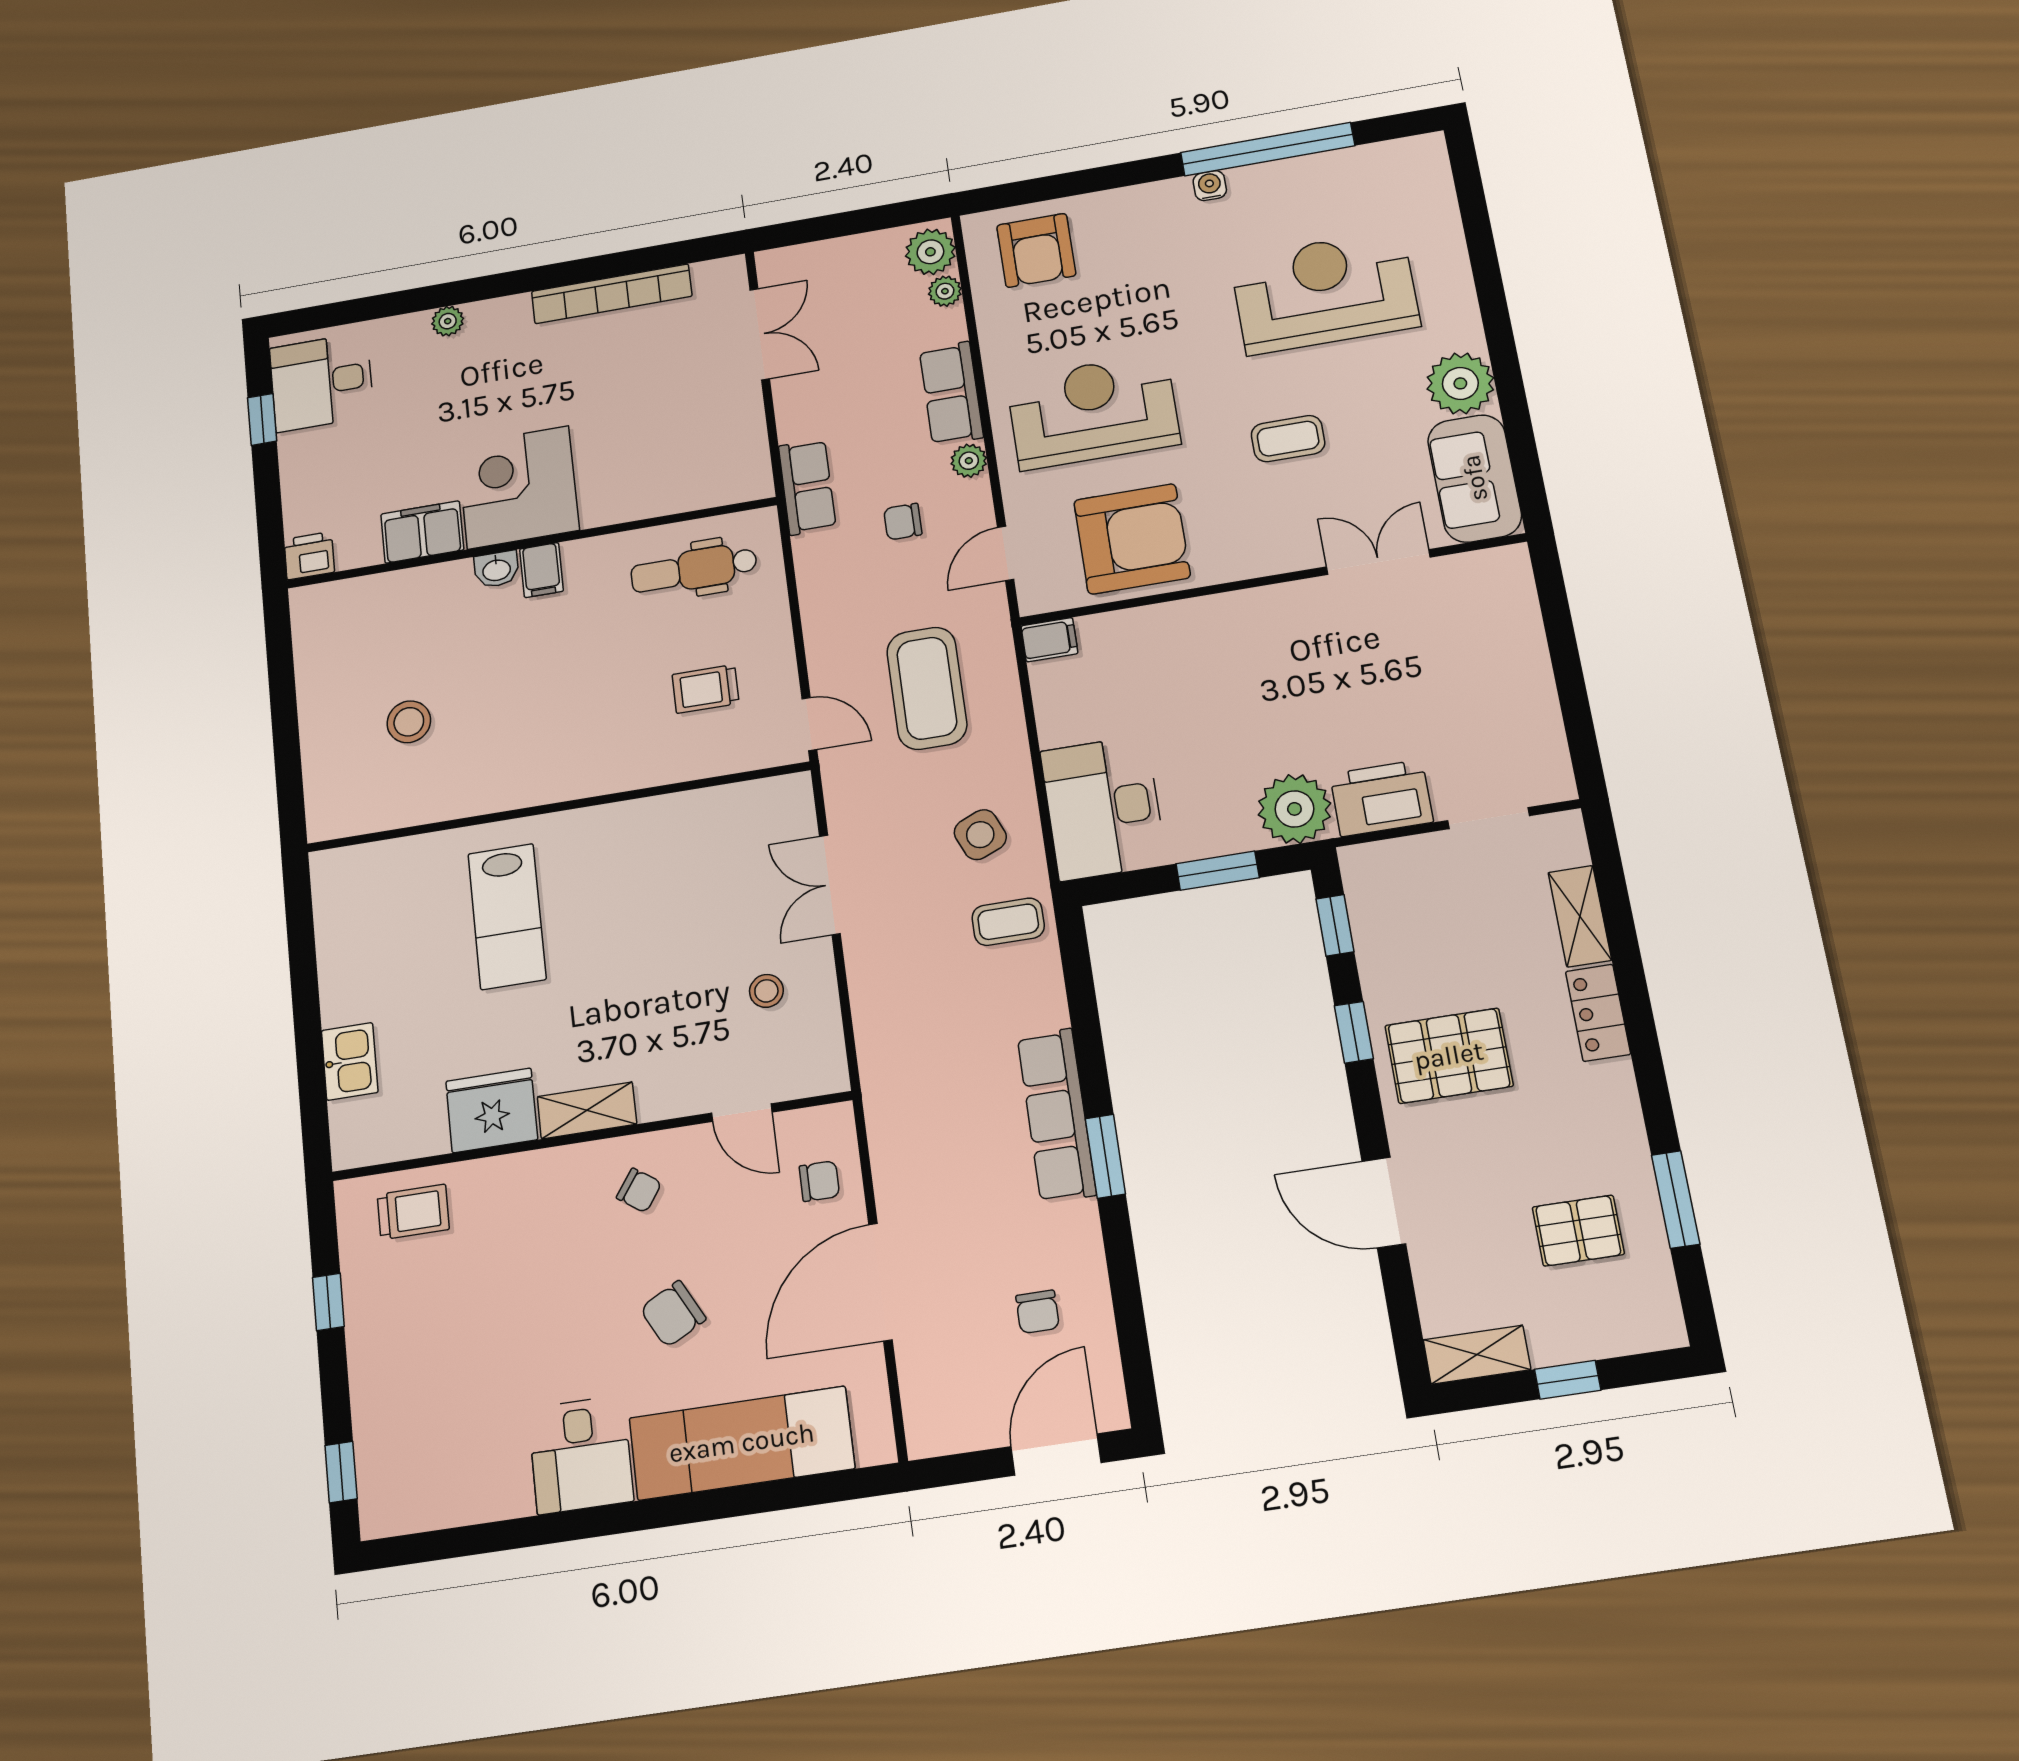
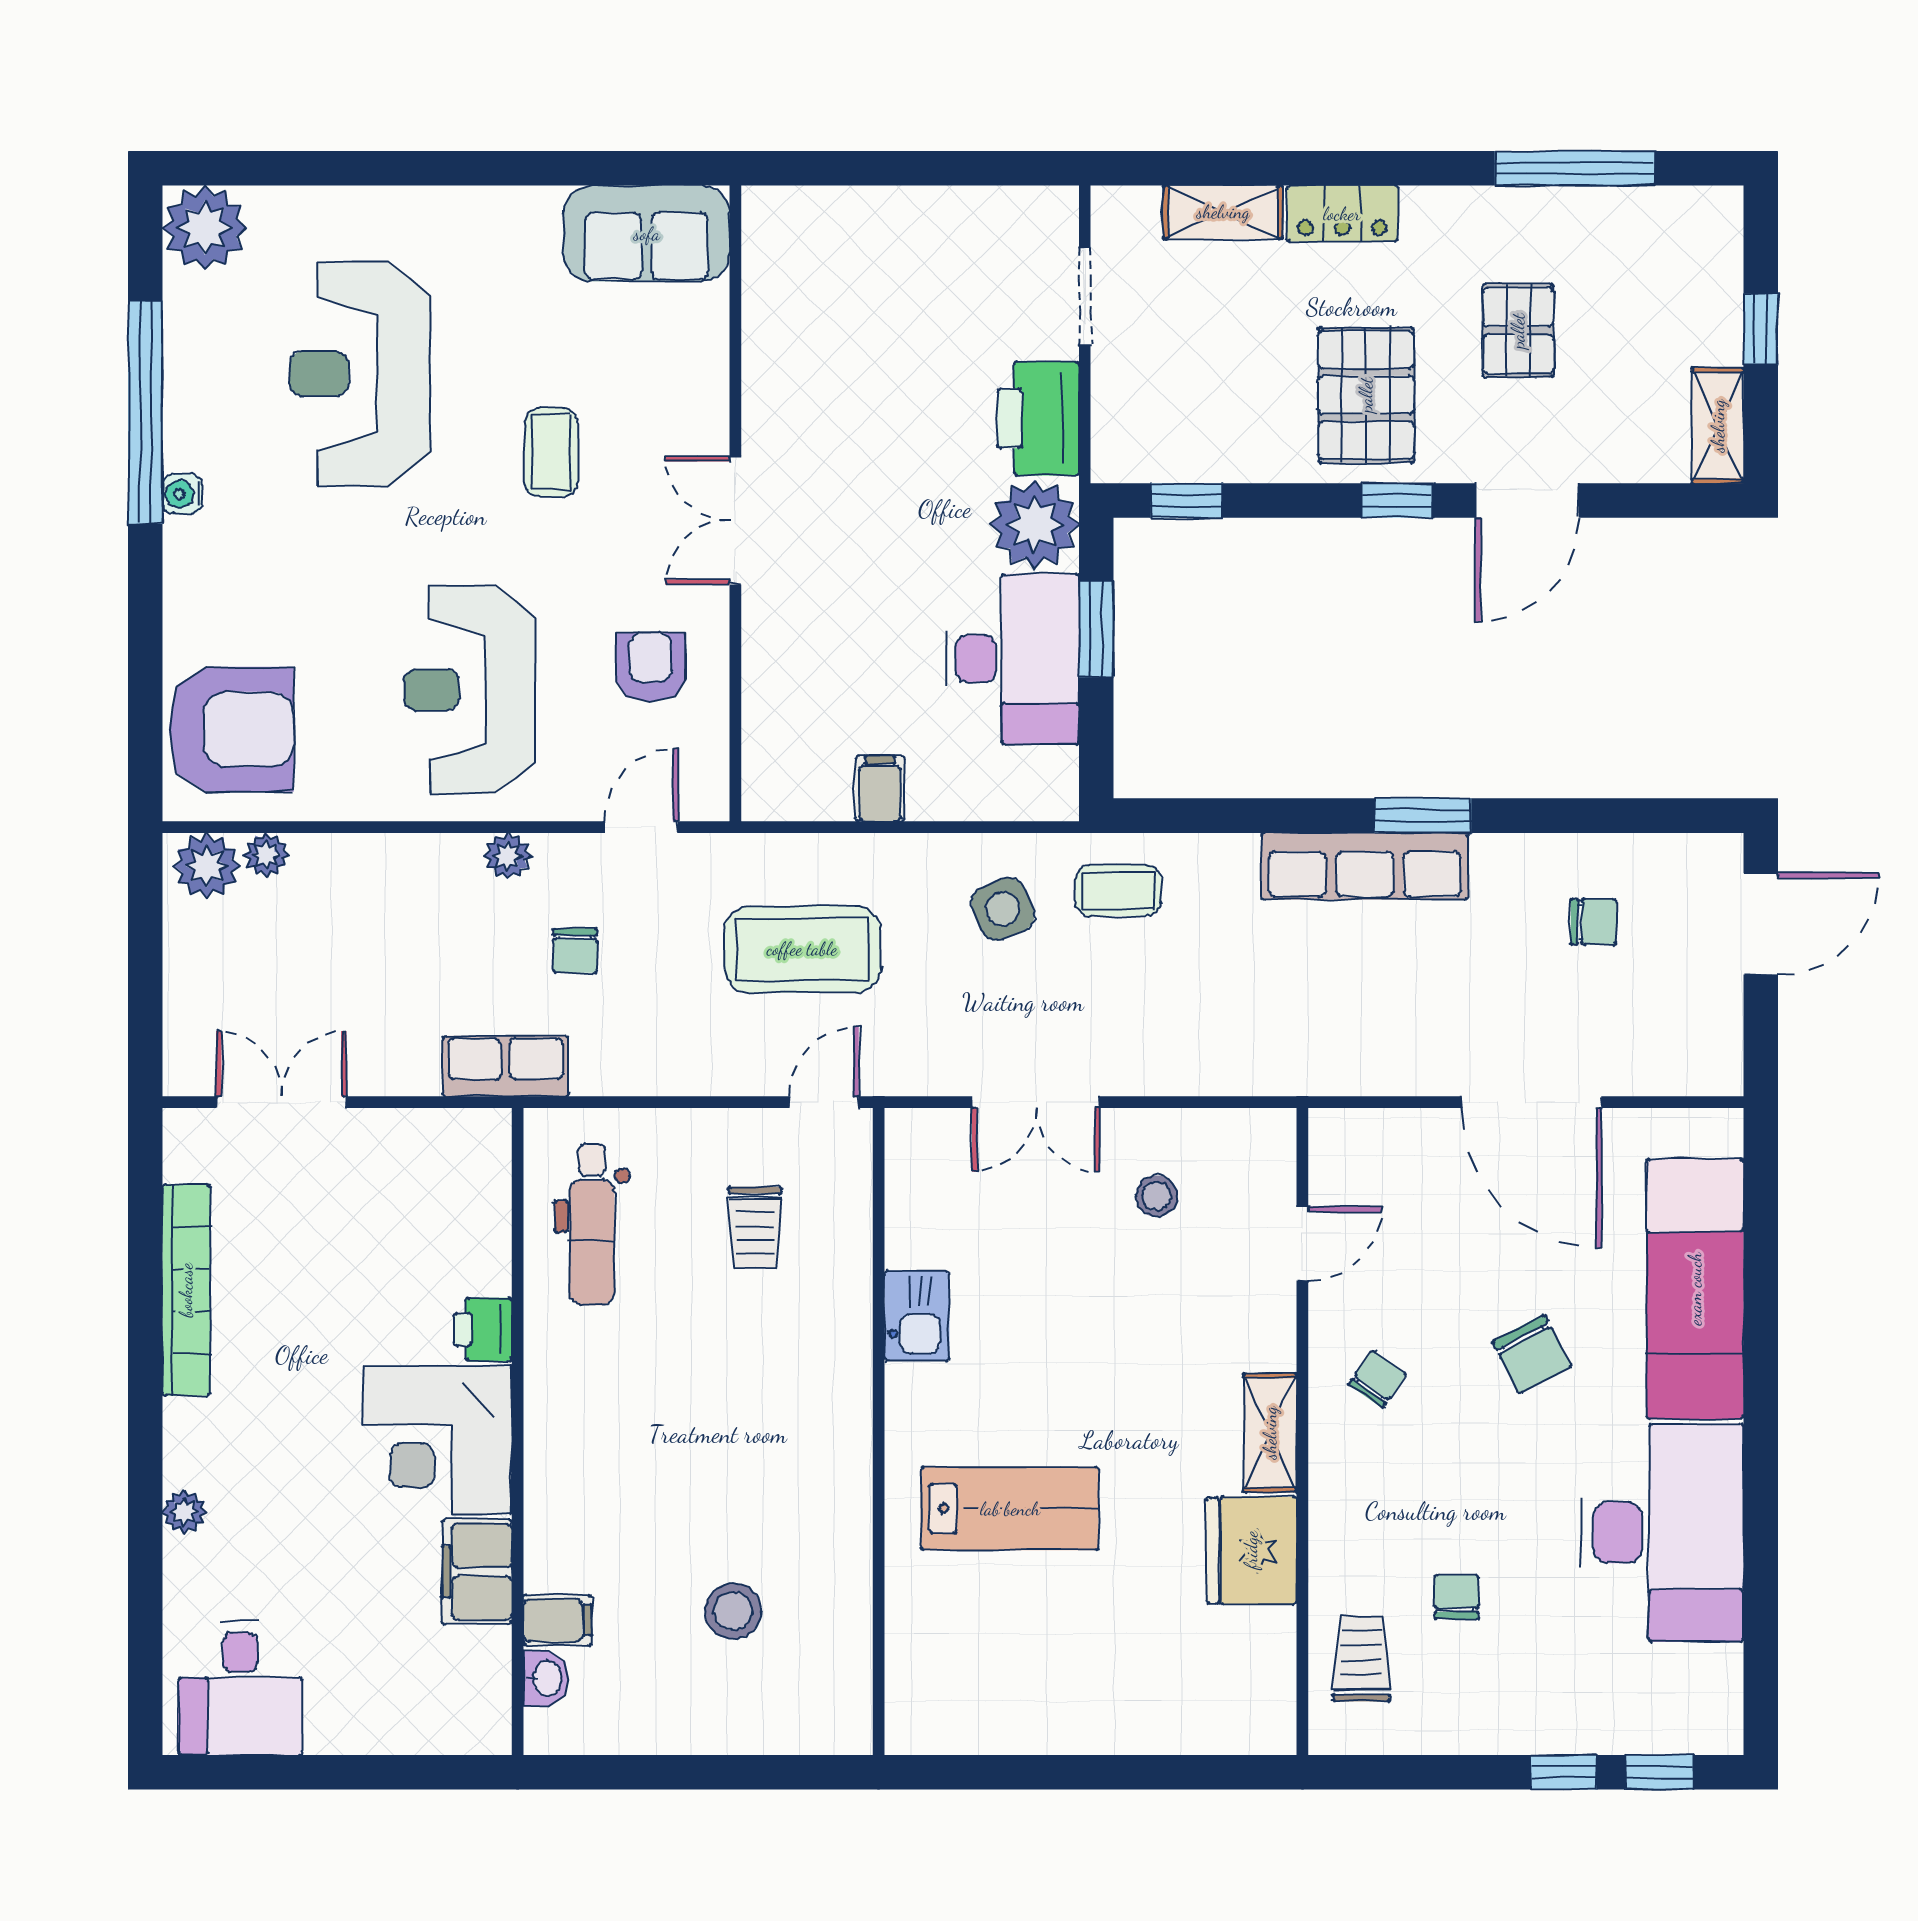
armchair: (1036, 250) -> (231, 729), width x1.36, depth x1.36
plant: (1460, 383) -> (205, 228), moved
row of seats: (951, 393) -> (411, 866), removed
window: (262, 419) -> (279, 1772), removed
armchair: (1132, 539) -> (650, 667), width x0.53, depth x0.53
door: (1006, 553) -> (641, 827), swing flipped
printer: (309, 556) -> (483, 1330), moved
double door: (1378, 562) -> (735, 520), moved
washbasin: (496, 569) -> (546, 1679), moved
filing cabinet: (541, 570) -> (558, 1620), moved
filing cabinet: (1049, 640) -> (880, 789), moved
desk: (1103, 808) -> (1012, 659), moved, turned -90
coffee table: (1008, 922) -> (1118, 890), turned 90
window: (1354, 1032) -> (1397, 501), moved
kitchen sink: (350, 1061) -> (917, 1316), moved, turned 90
chair: (819, 1181) -> (1457, 1597), moved
window: (1676, 1199) -> (1575, 168), width x1.44
pallet: (1578, 1231) -> (1518, 331), moved
window: (328, 1302) -> (1564, 1772), moved
desk: (581, 1455) -> (1662, 1533), width x1.87, depth x1.30
door: (1056, 1455) -> (1761, 924), swing flipped

